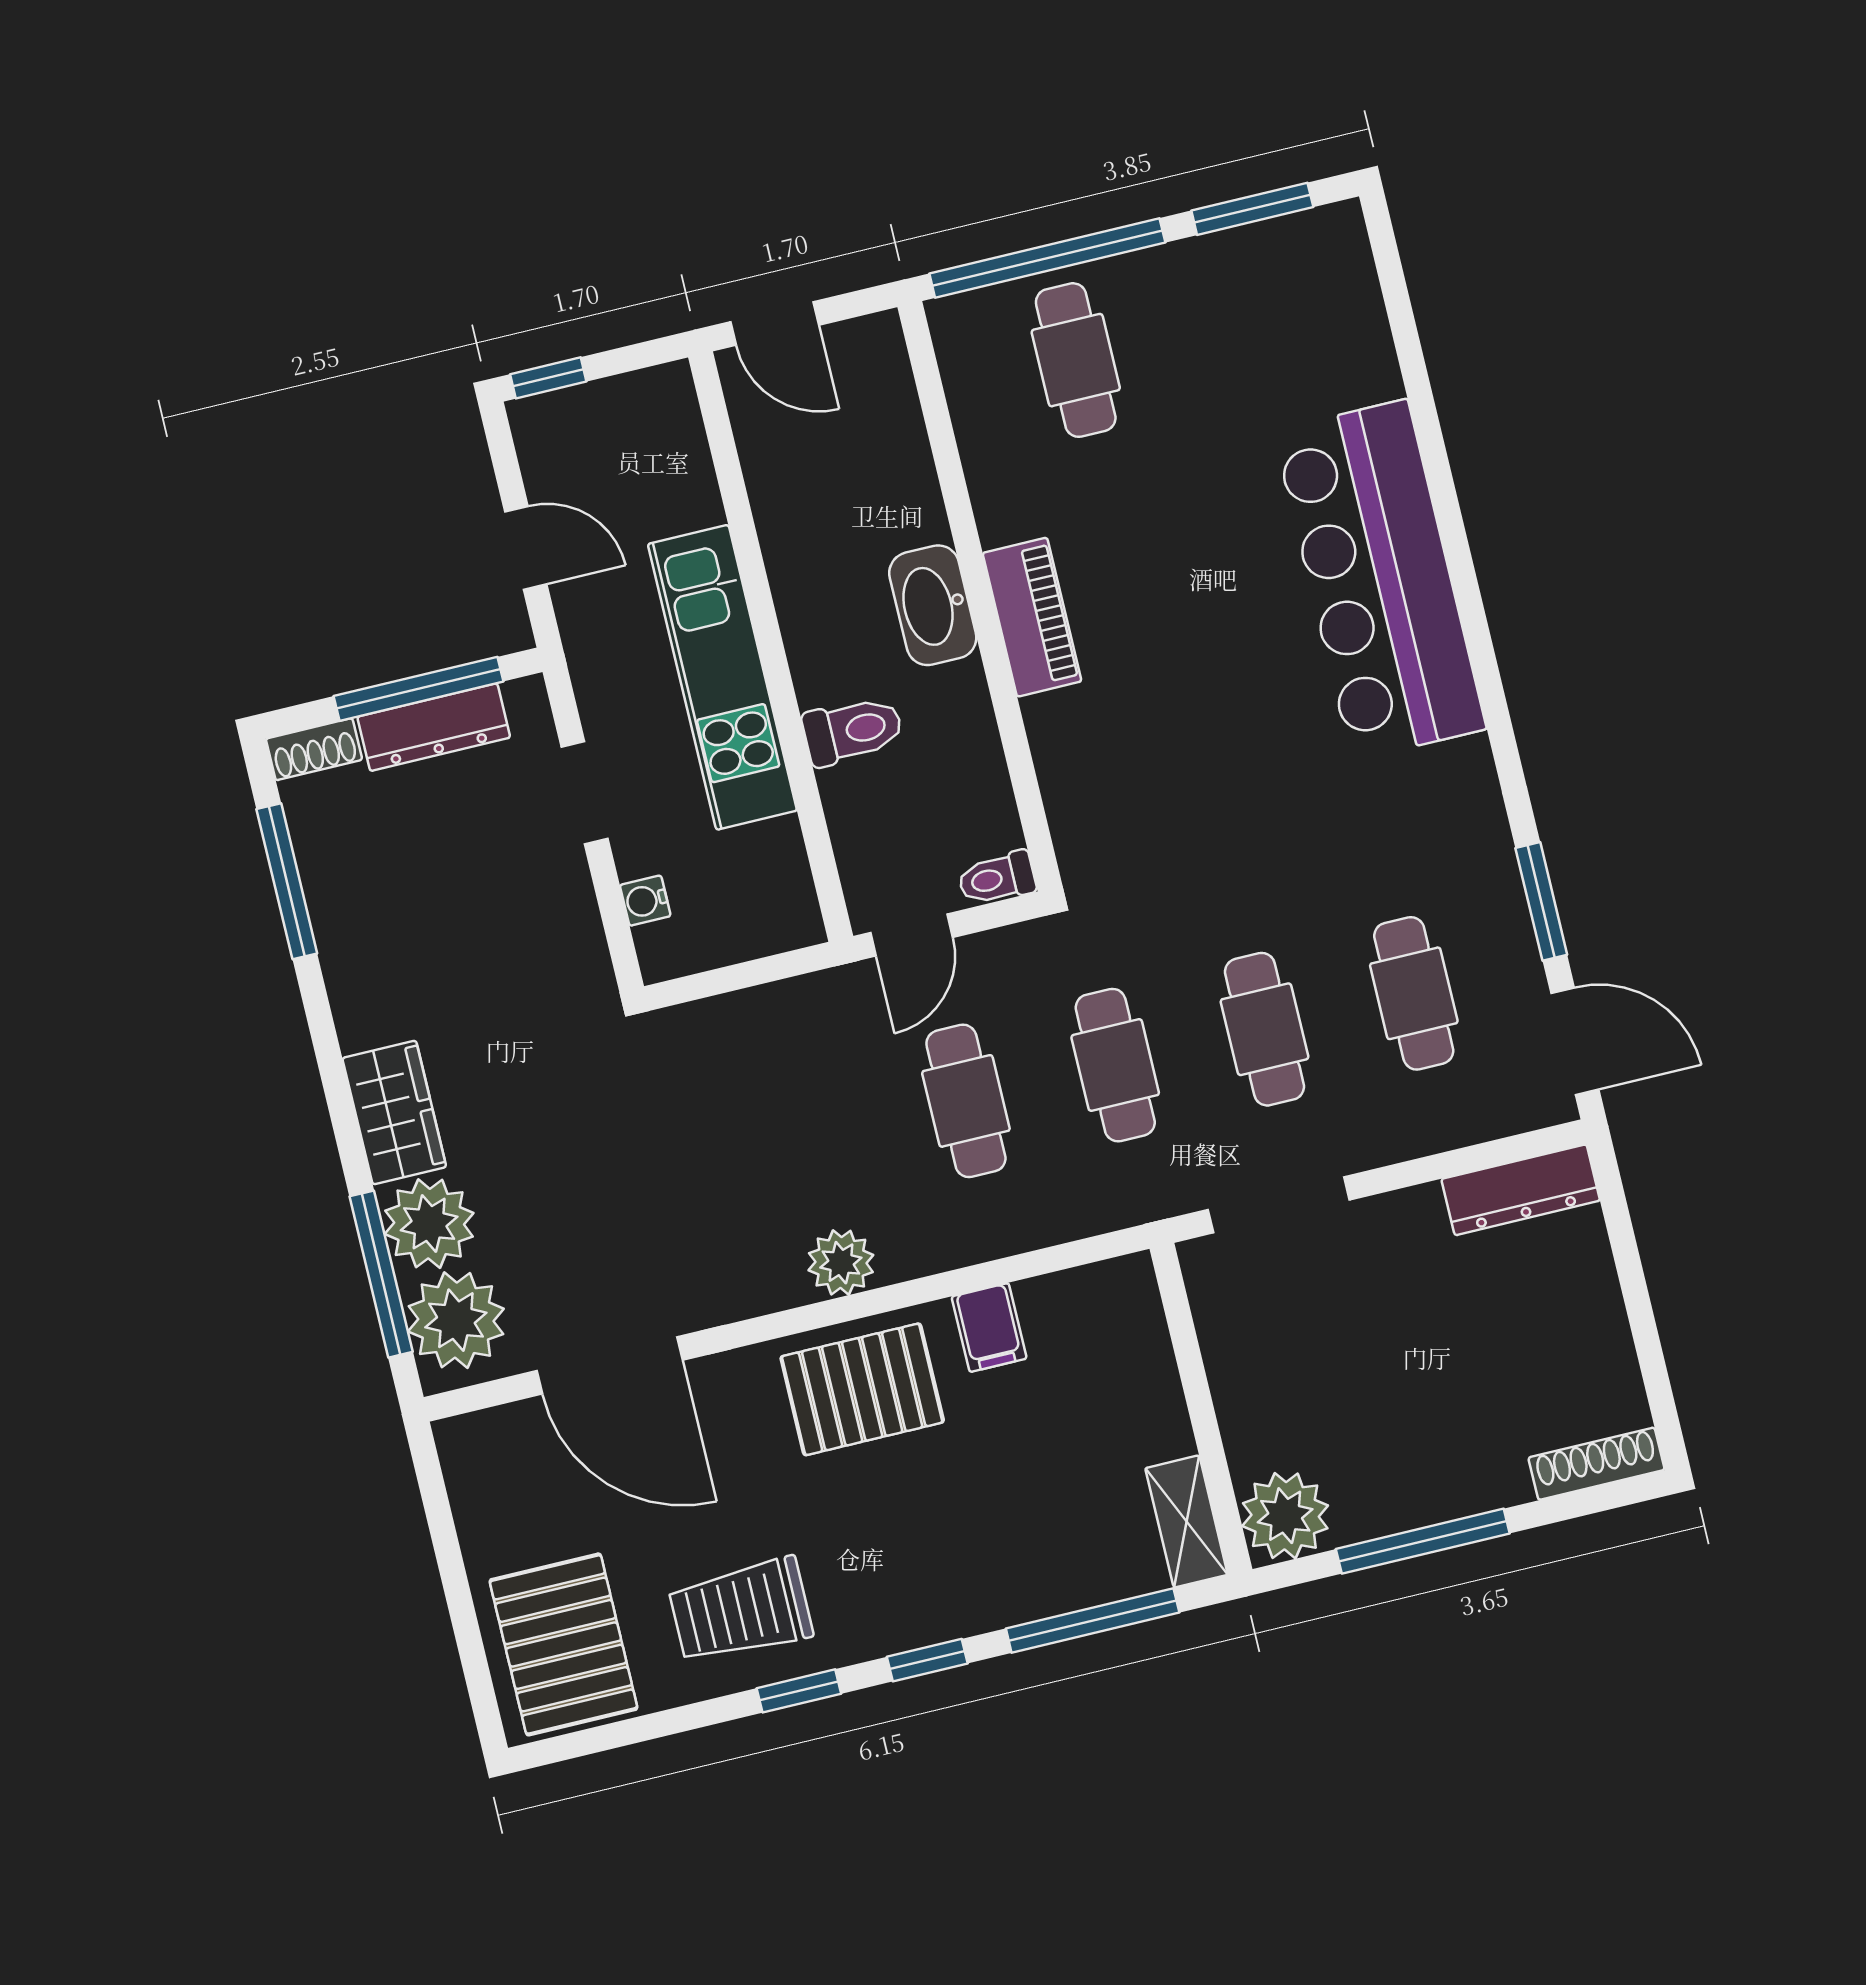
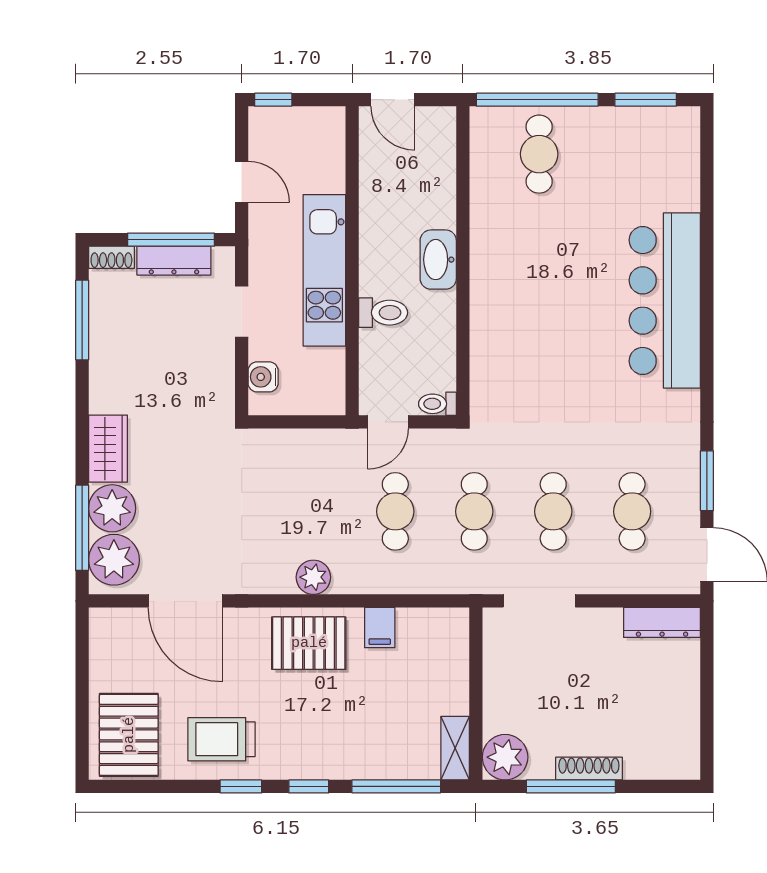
piano: (1032, 617) -> (486, 277), removed
water cooler: (645, 901) -> (263, 377), width x1.38, depth x1.38
shoe rack: (1597, 1464) -> (589, 769), moved

